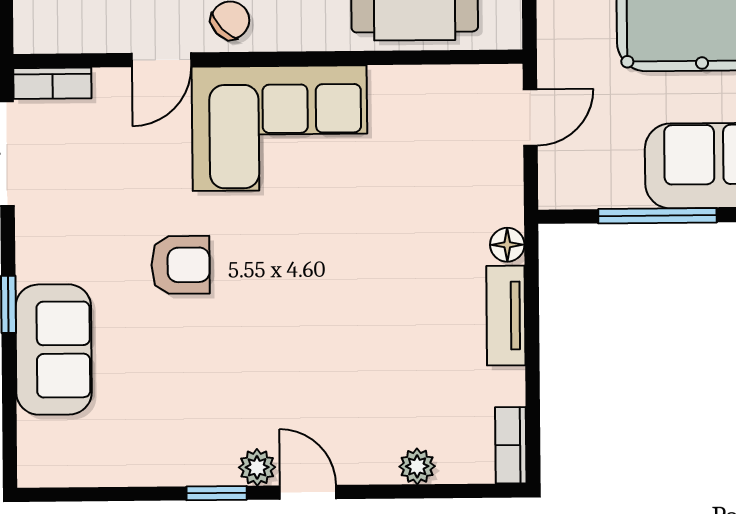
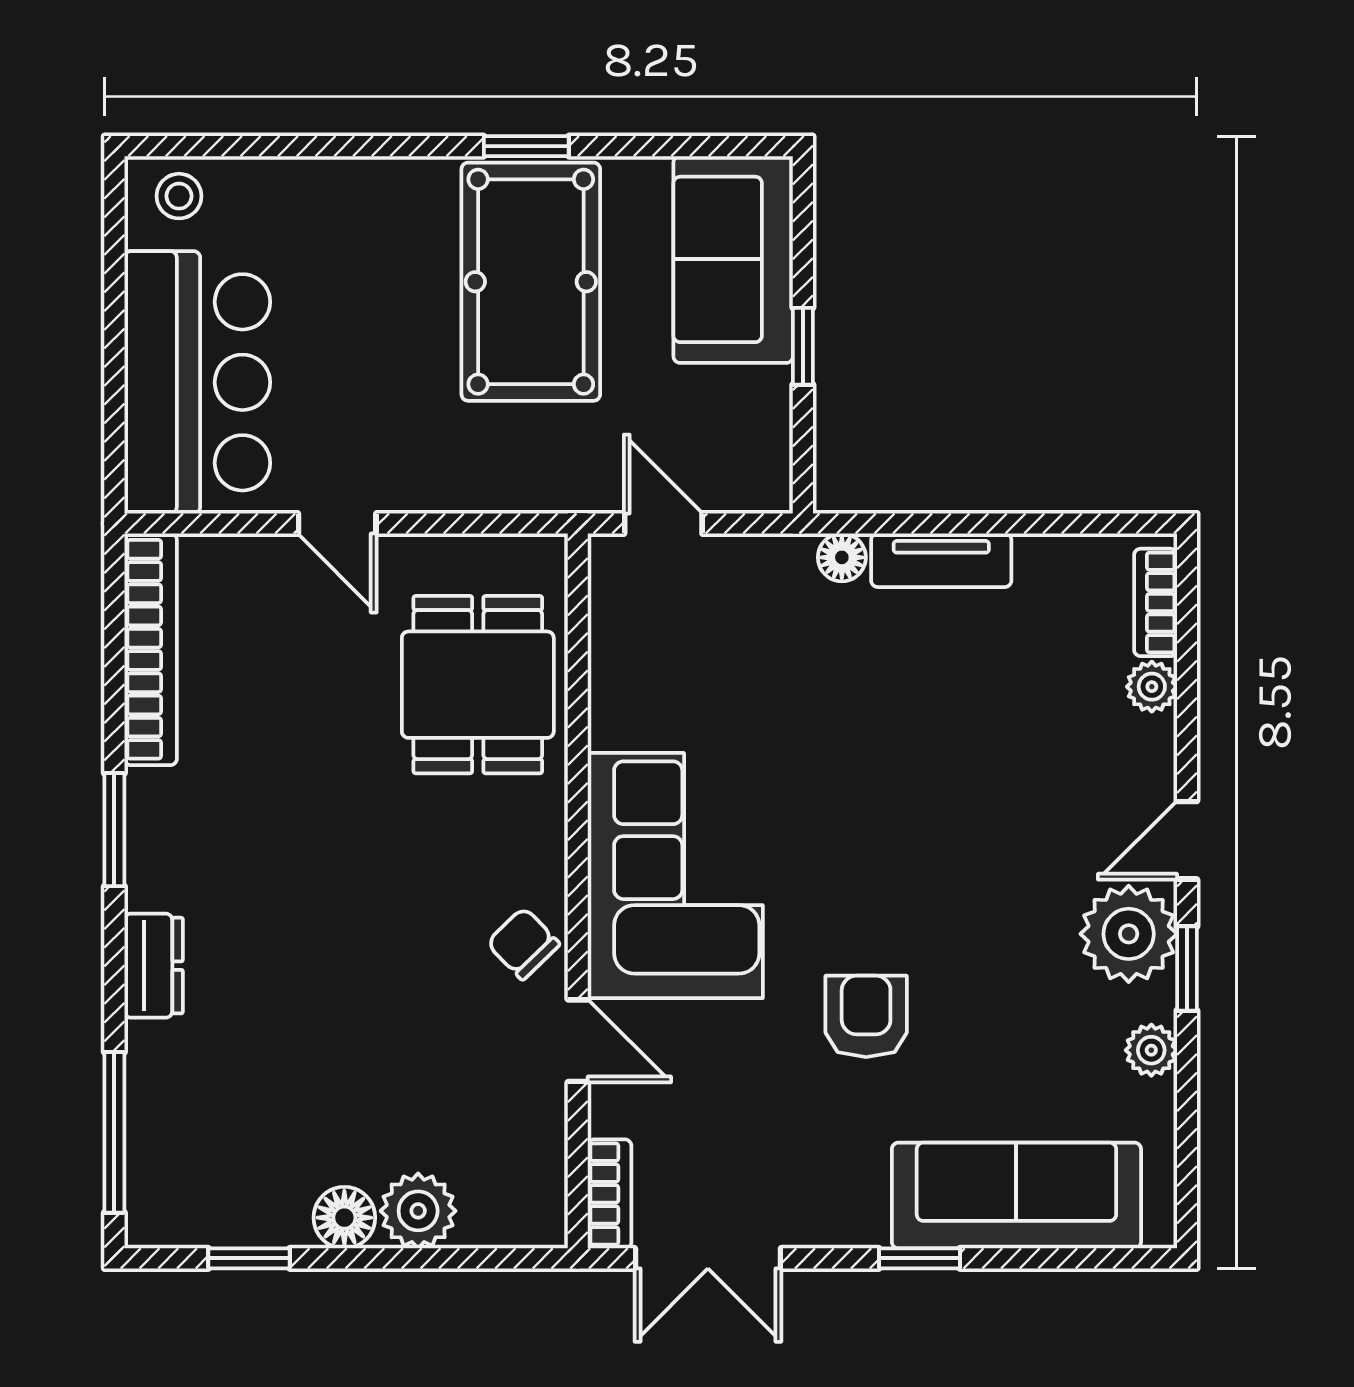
window: (657, 216) -> (803, 346), width x0.46
sofa: (54, 350) -> (1016, 1196), width x1.36
bookcase: (511, 445) -> (1156, 602), moved, turned 90
plant: (257, 467) -> (1129, 934), width x1.87, depth x1.87
plant: (158, 468) -> (1151, 1050), added

